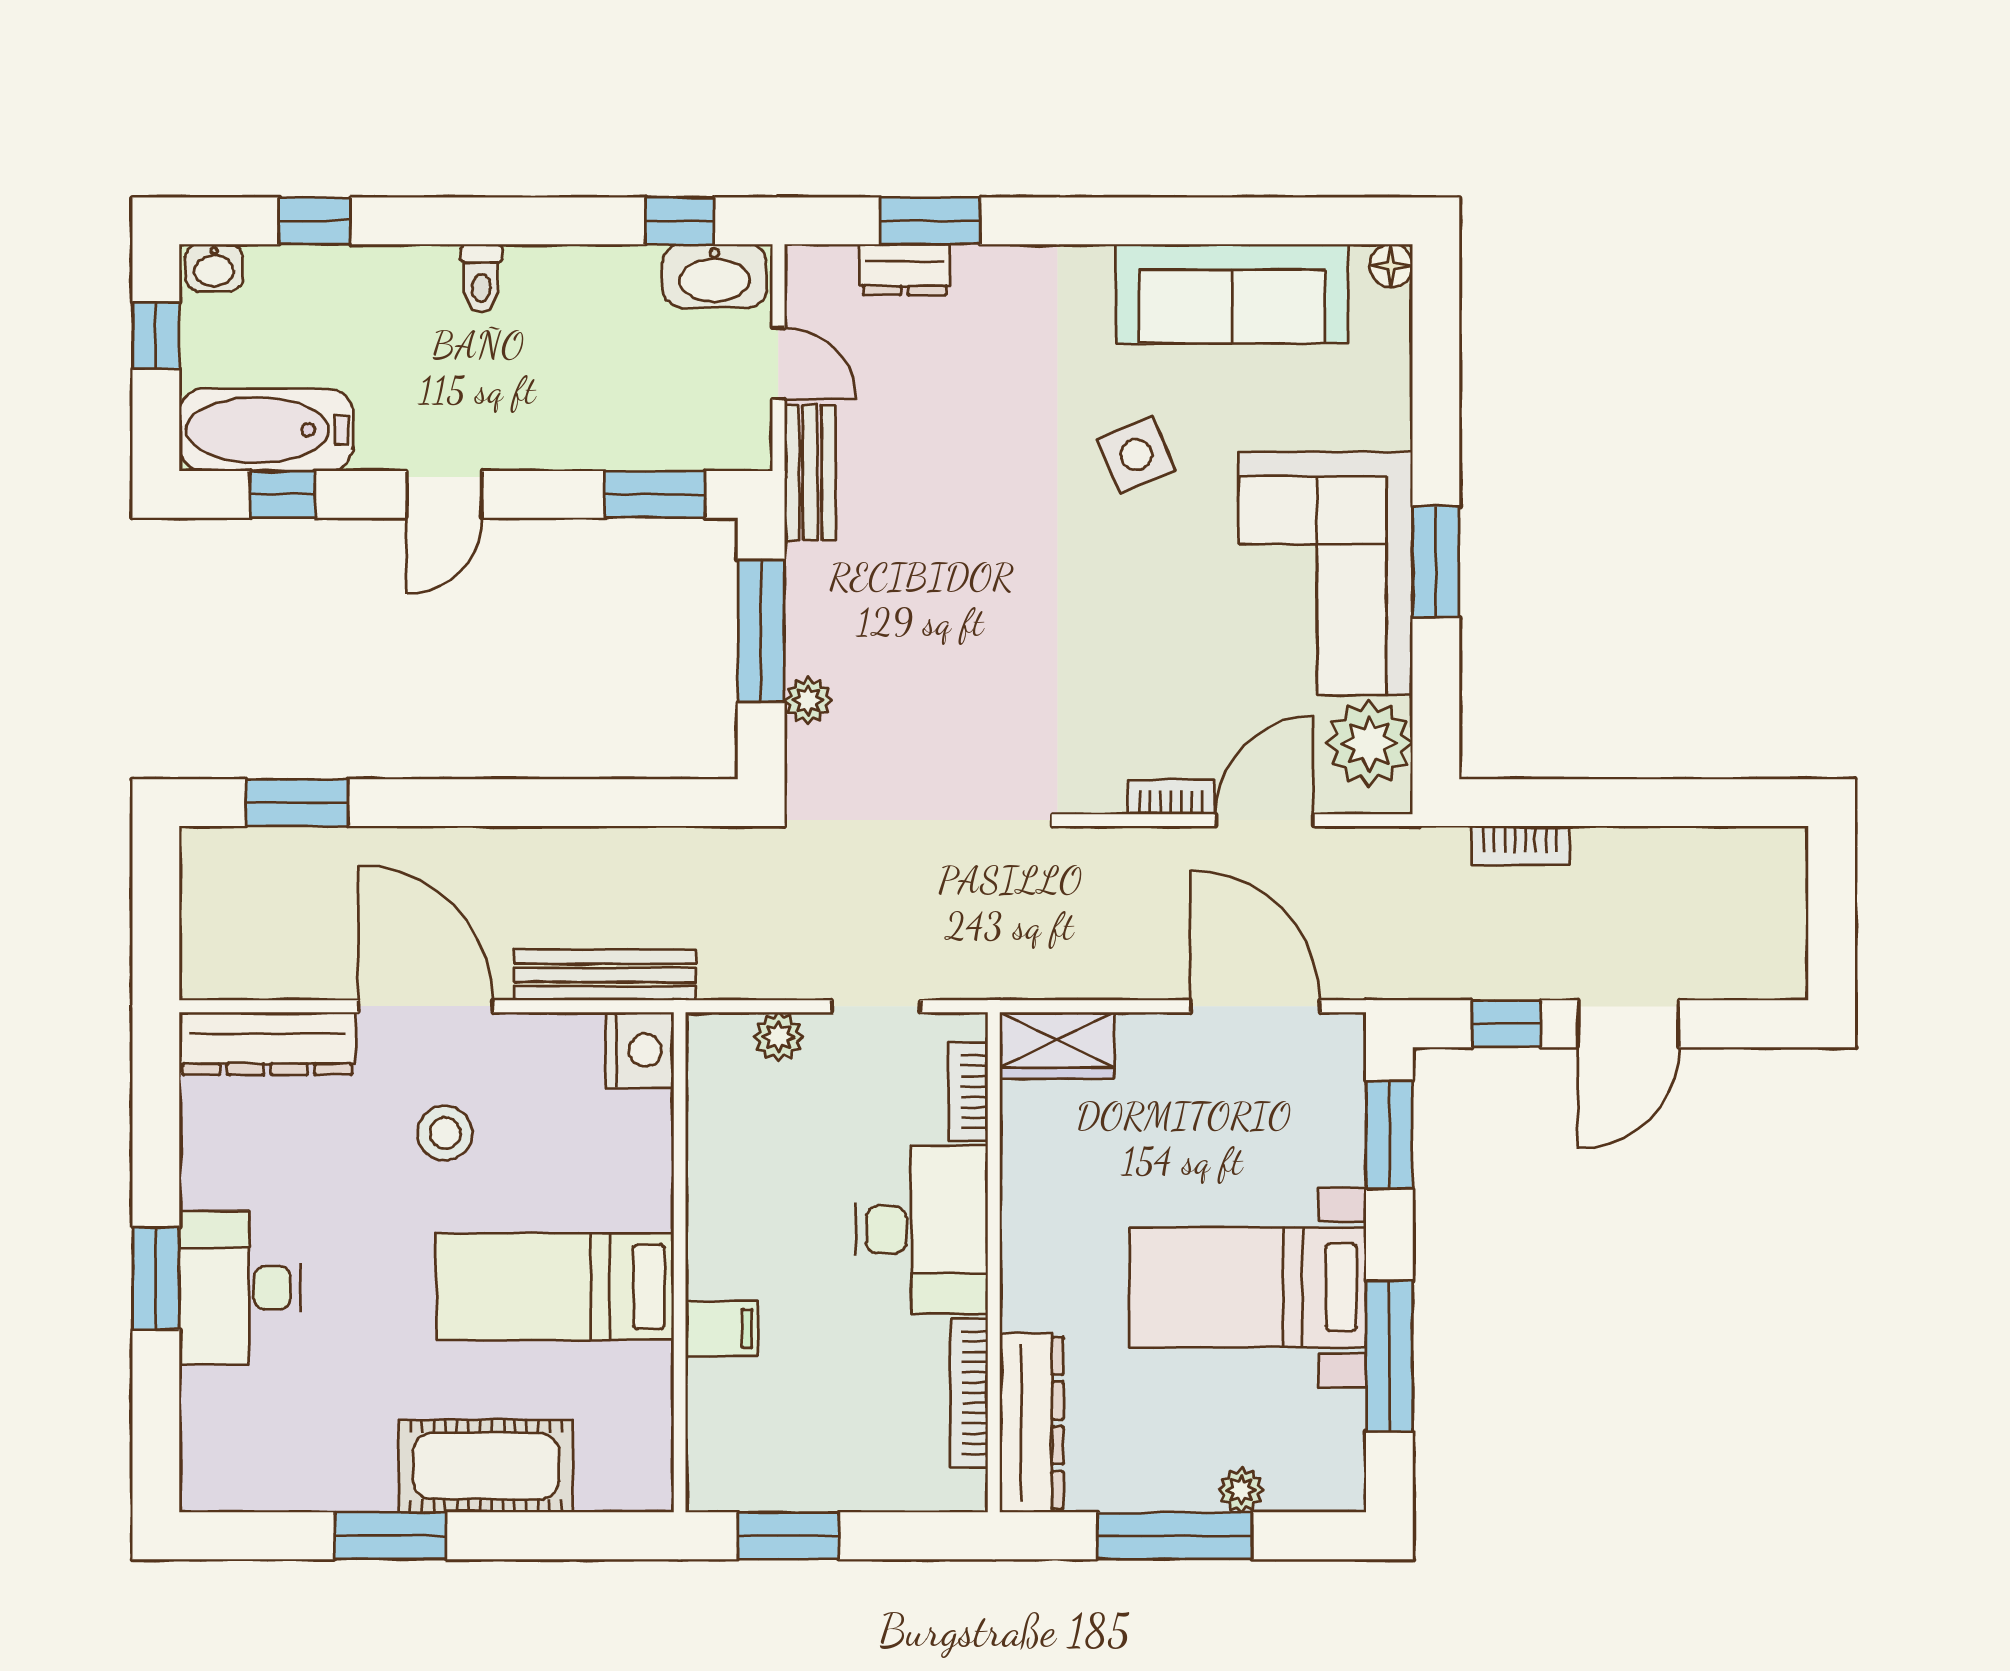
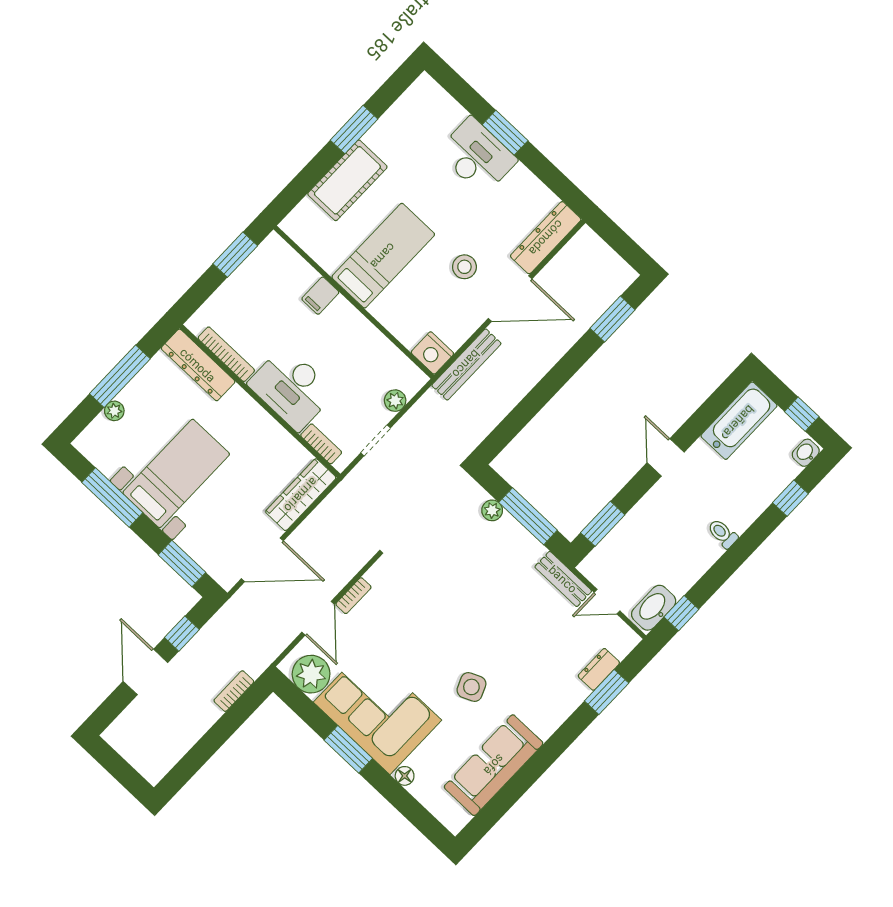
floor lamp: (1391, 266) -> (405, 776), moved
window: (283, 494) -> (714, 407), removed
wardrobe: (1057, 1045) -> (301, 495), width x1.50

